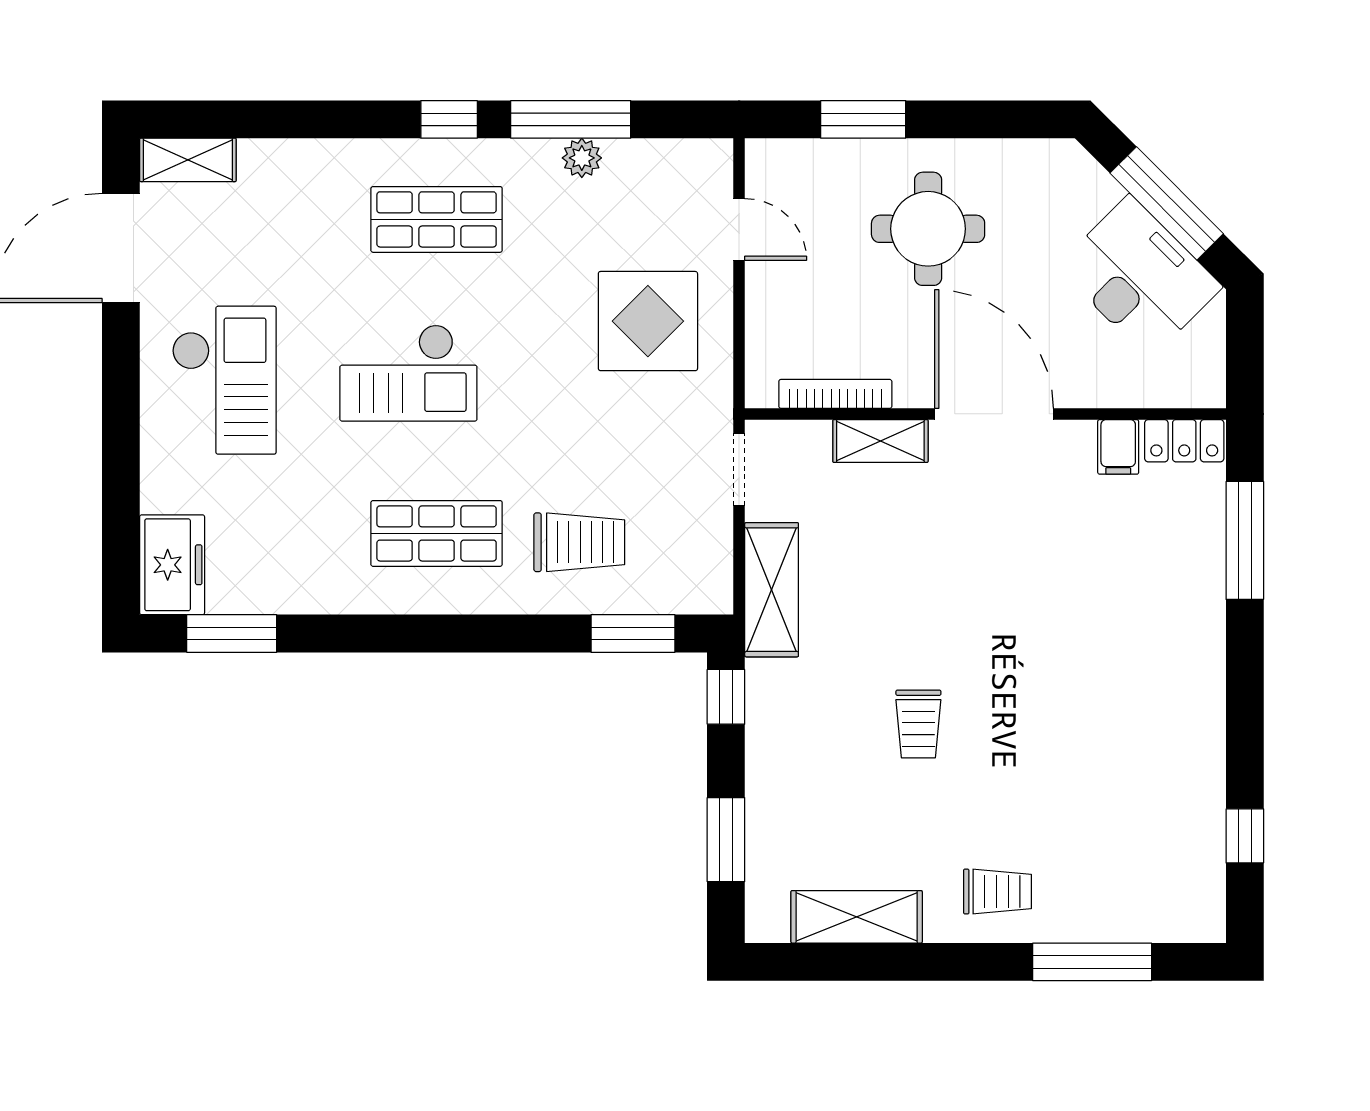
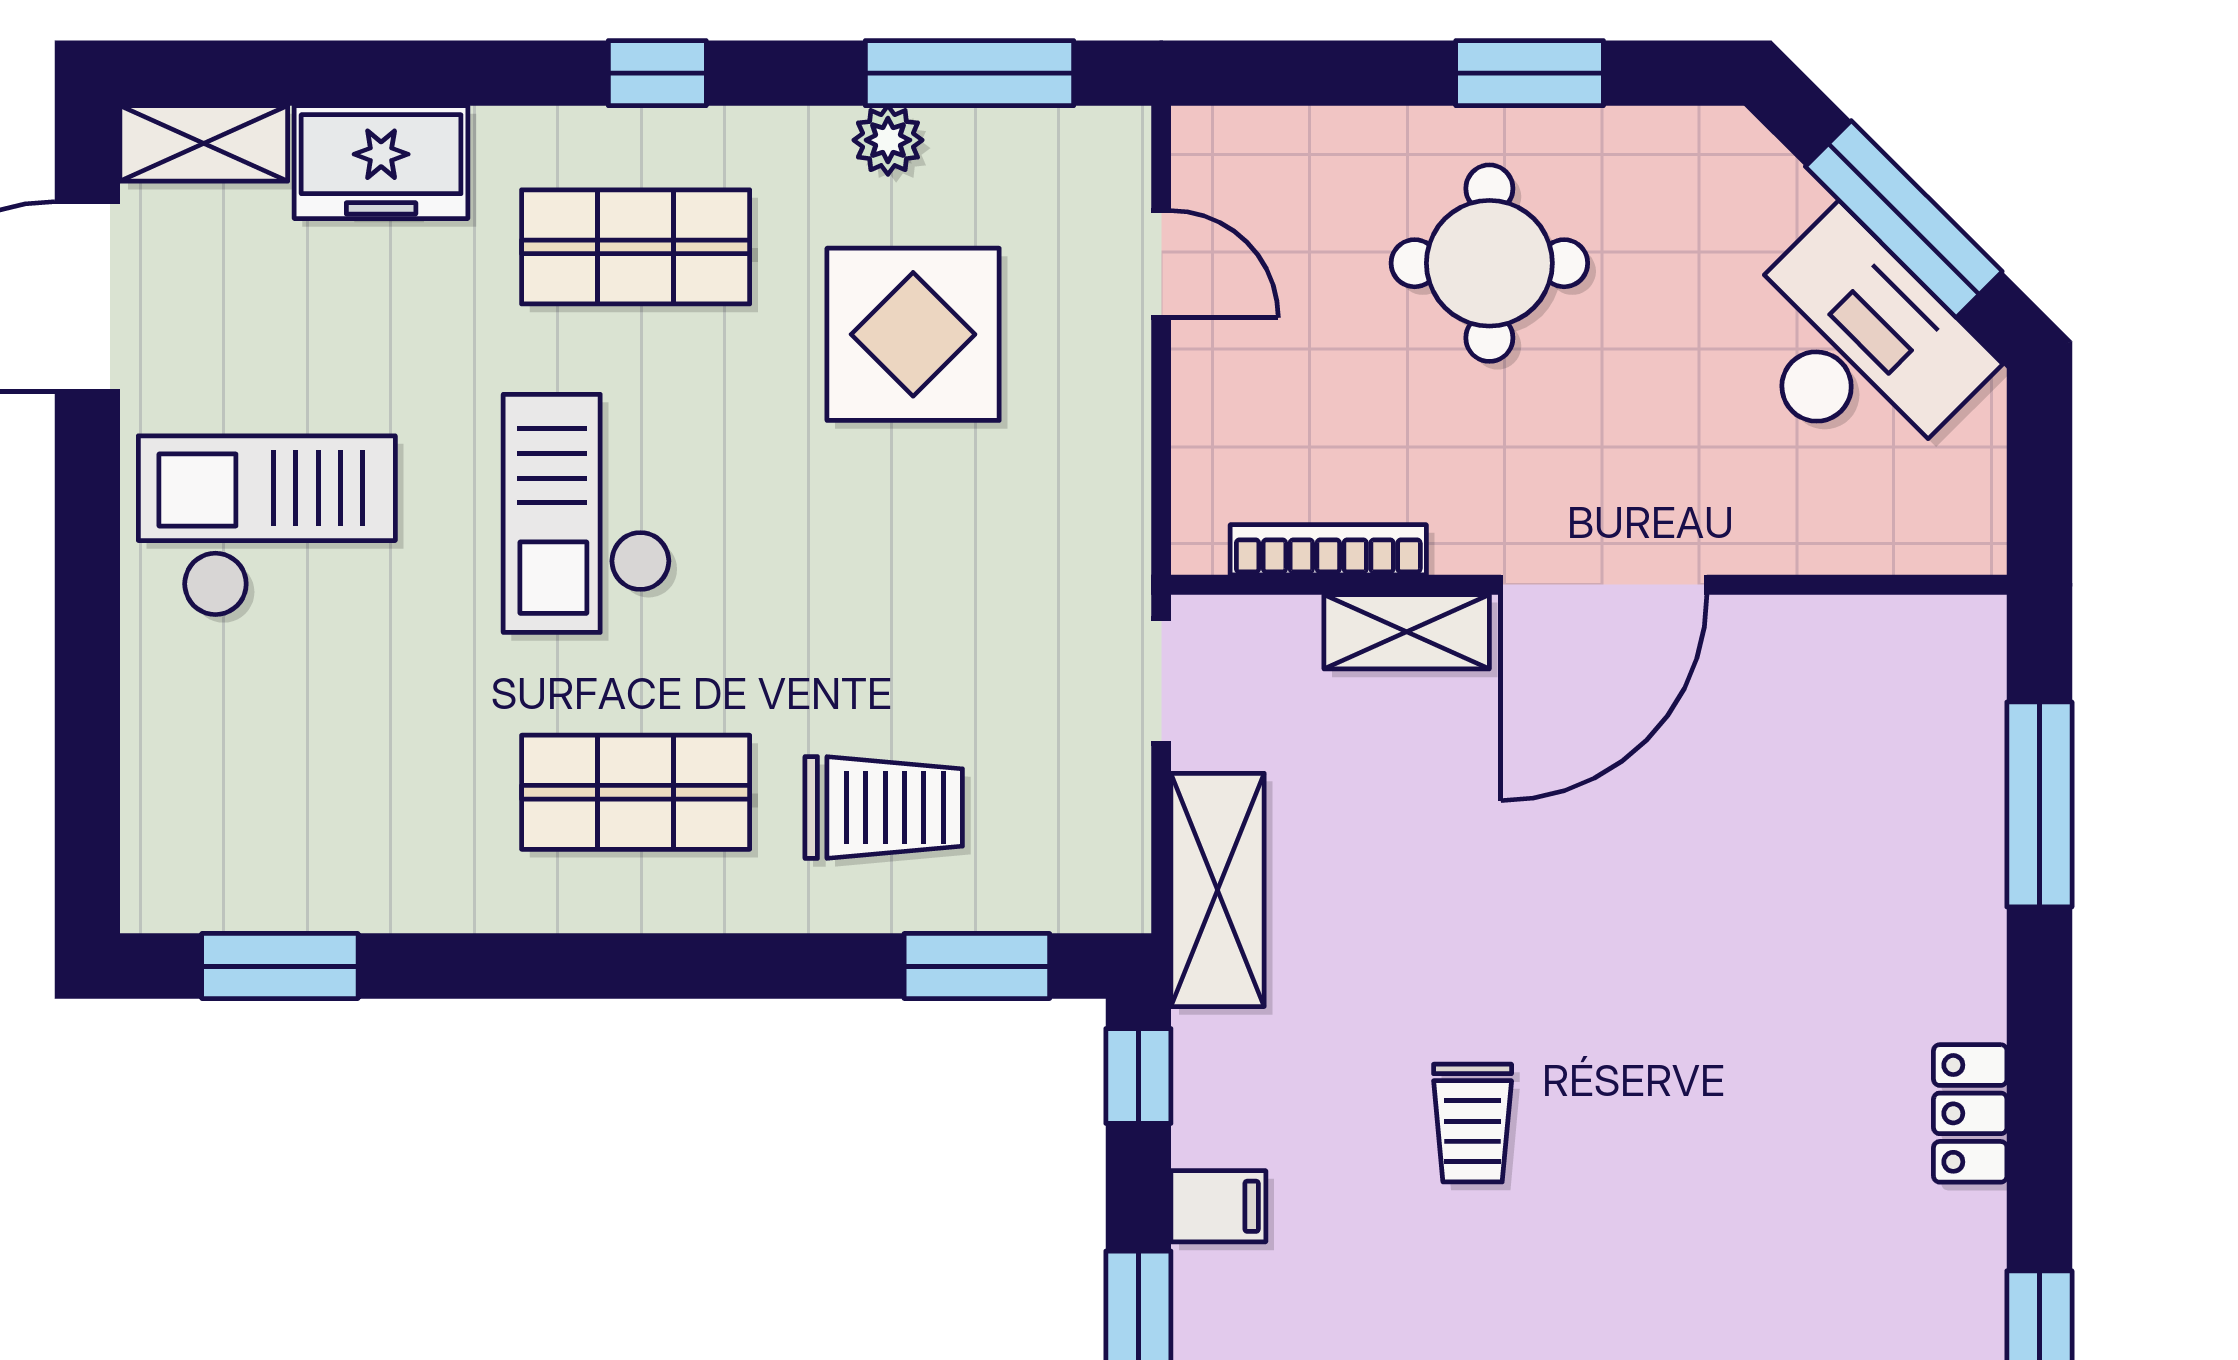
window: (571, 119) -> (970, 73), moved
window: (863, 119) -> (1530, 73), moved
display table: (648, 321) -> (913, 334), moved
checkout: (408, 373) -> (587, 513), turned 90
checkout: (224, 380) -> (267, 526), turned -90
door: (994, 414) -> (1604, 585), swing flipped
locker: (1184, 441) -> (1970, 1113), moved, turned 90
filing cabinet: (1118, 447) -> (1218, 1206), moved, turned -90
freezer: (172, 565) -> (381, 162), moved, turned 90

